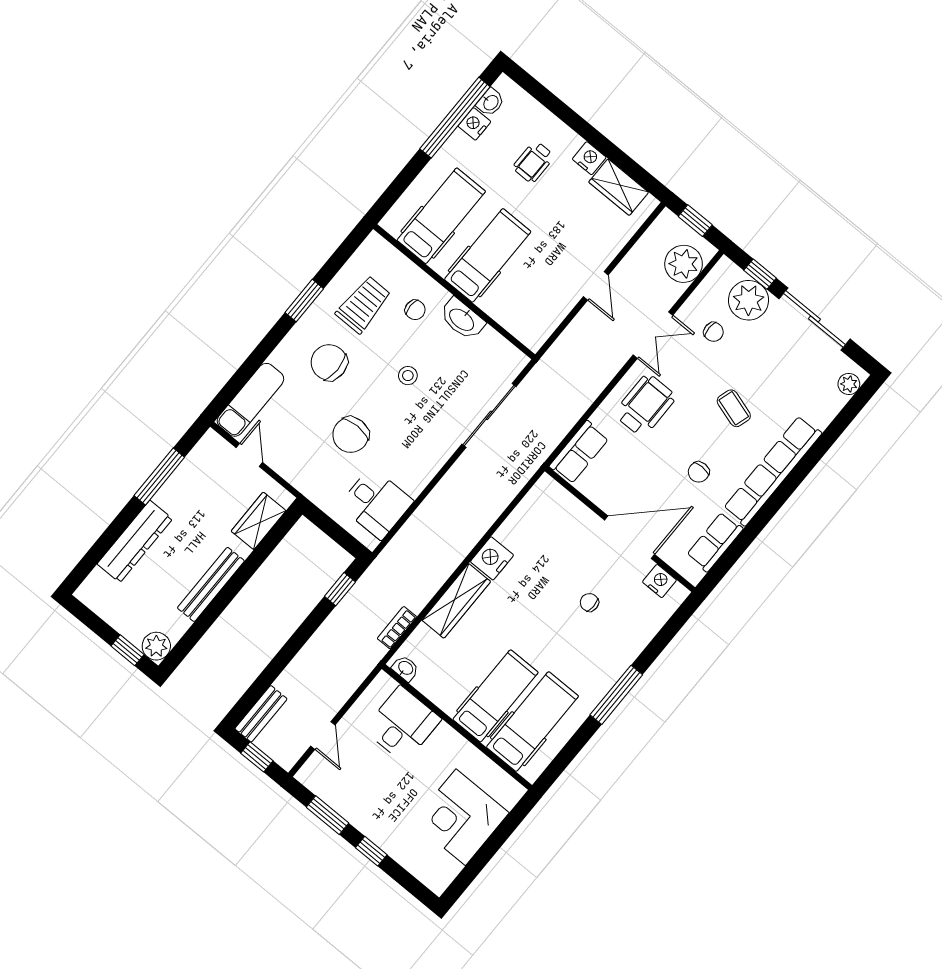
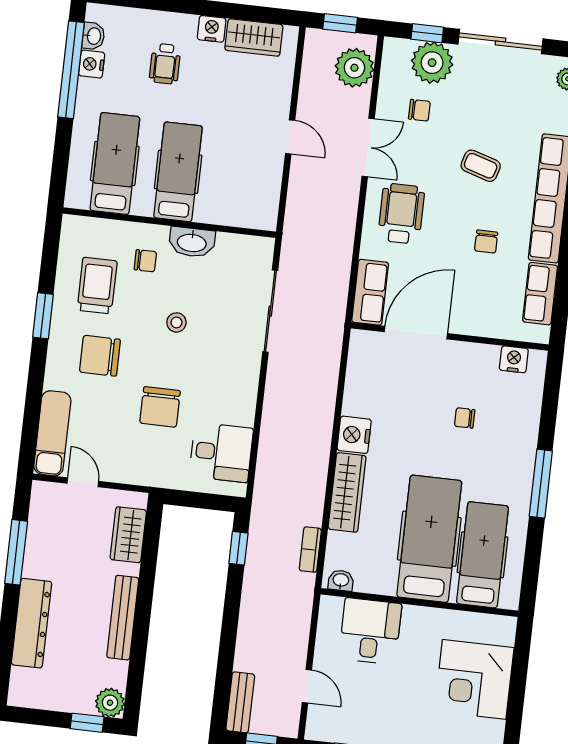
door: (630, 537) -> (416, 333), moved
hospital bed: (496, 696) -> (429, 539), width x1.37, depth x1.29

